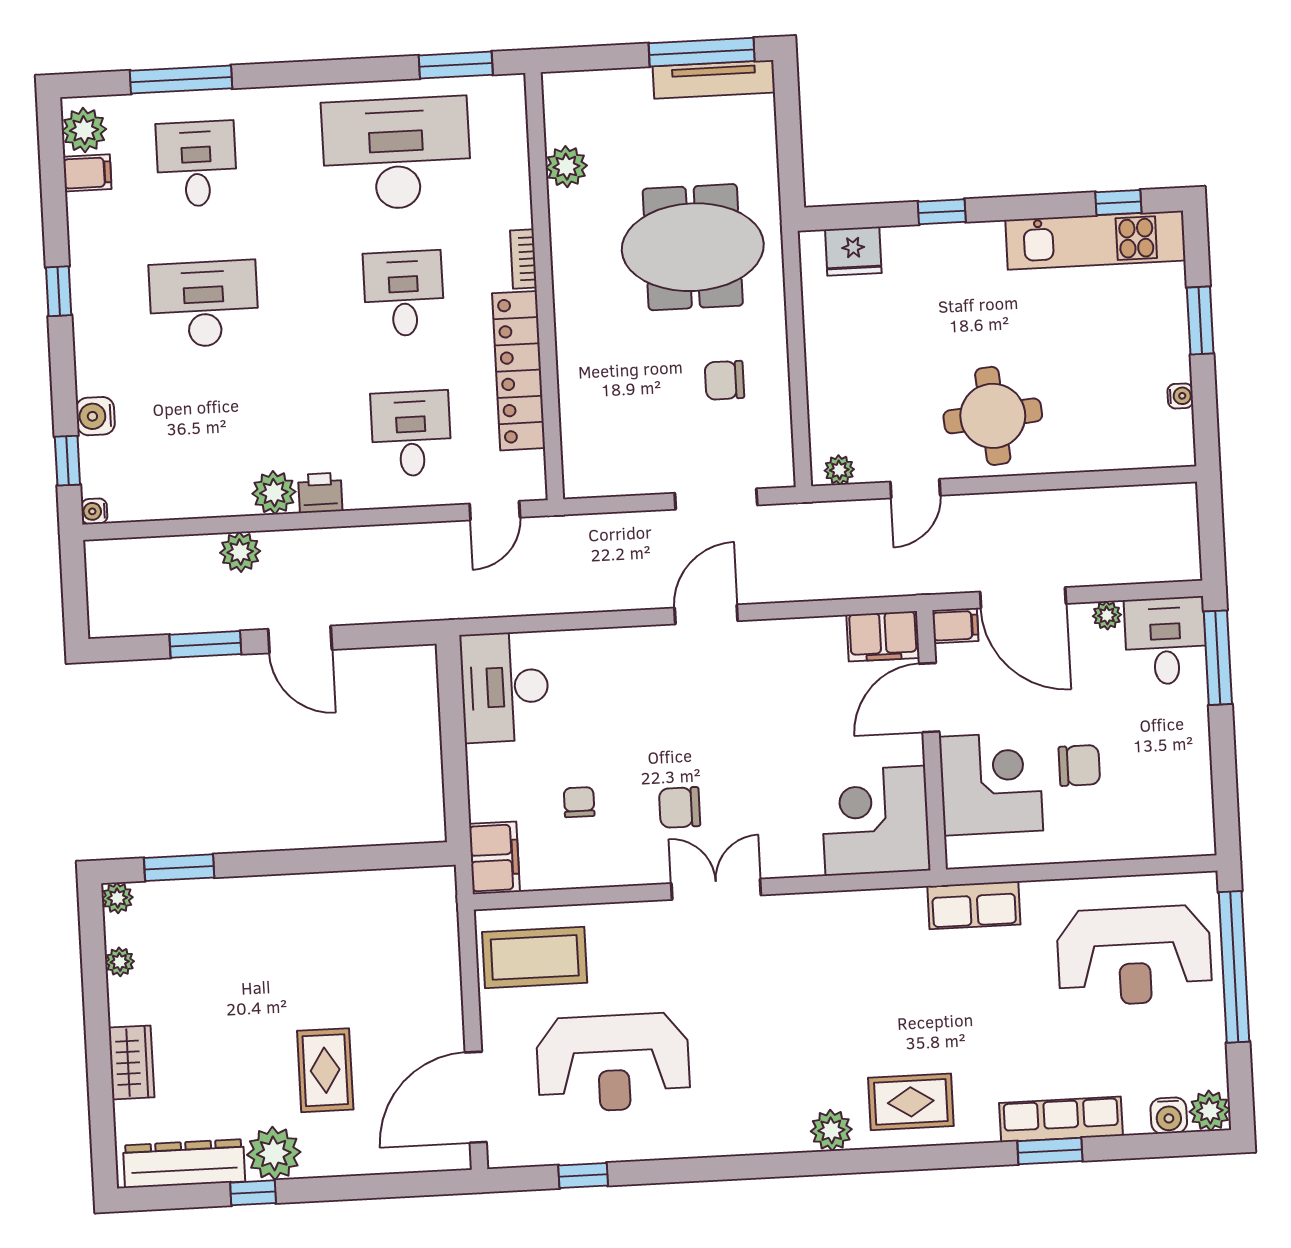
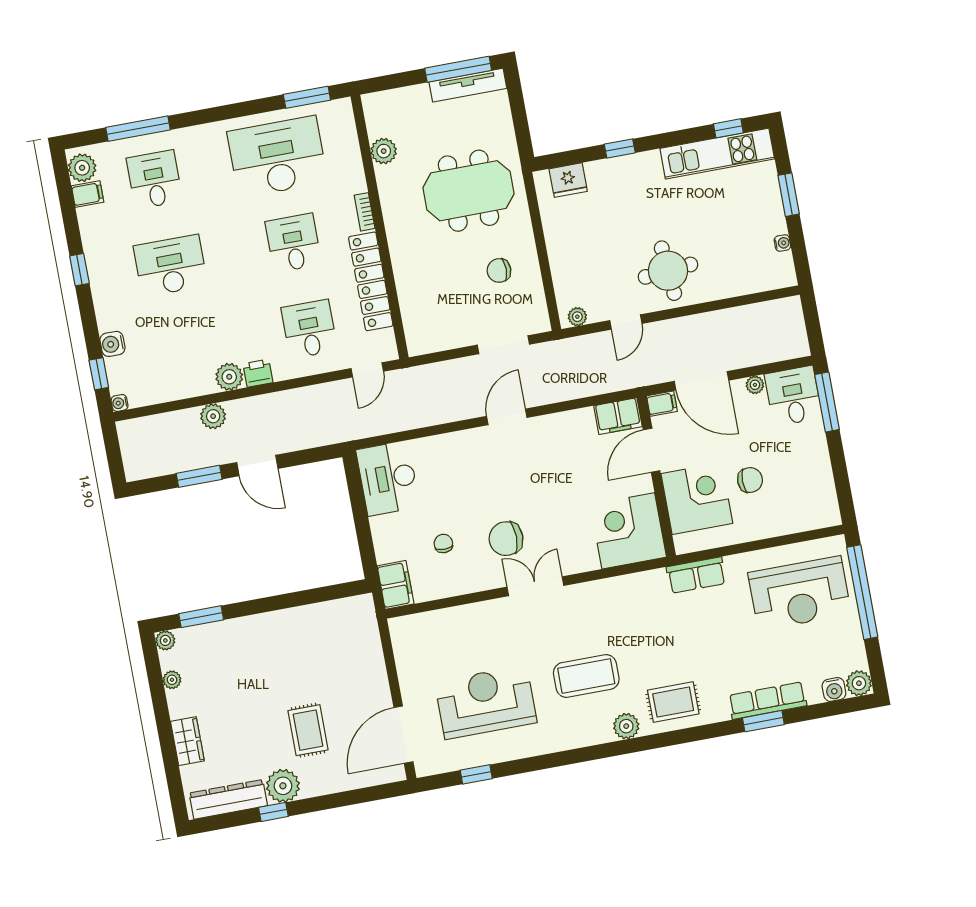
chair: (680, 807) -> (506, 539), width x1.37, depth x1.37
coffee table: (535, 957) -> (586, 676), moved
reception desk: (613, 1063) -> (486, 702), turned 180

